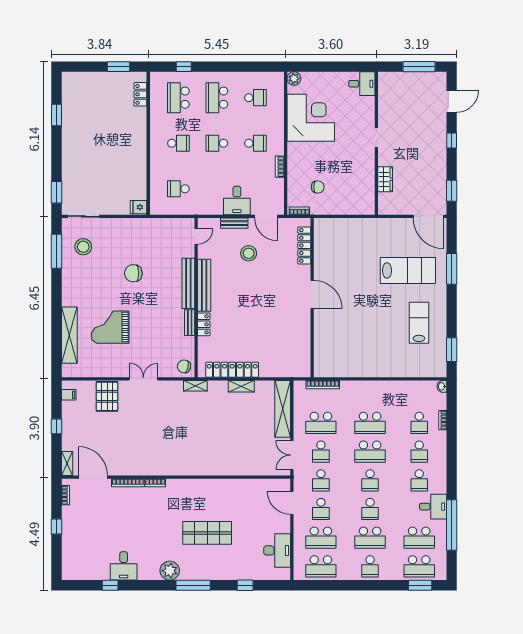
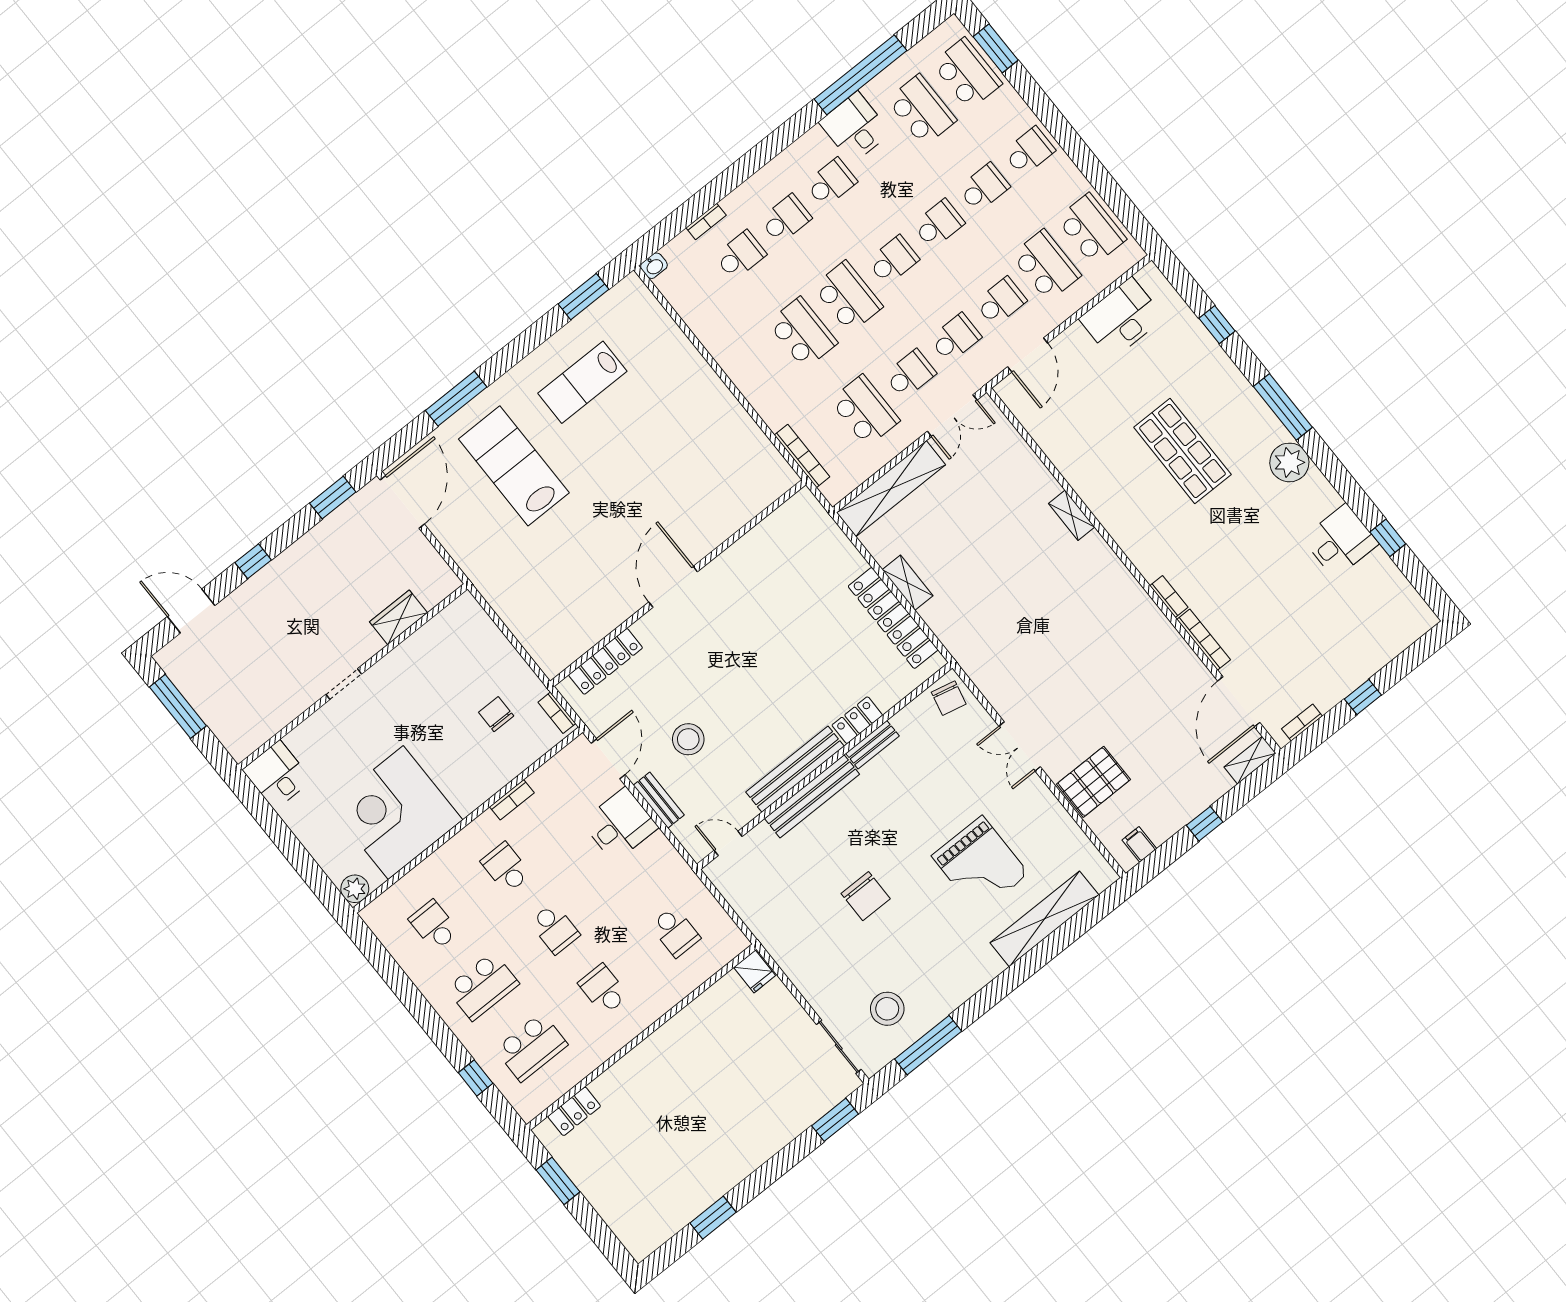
shelving: (195, 386) -> (1072, 515), moved
school desk: (370, 538) -> (984, 188), width x0.54

